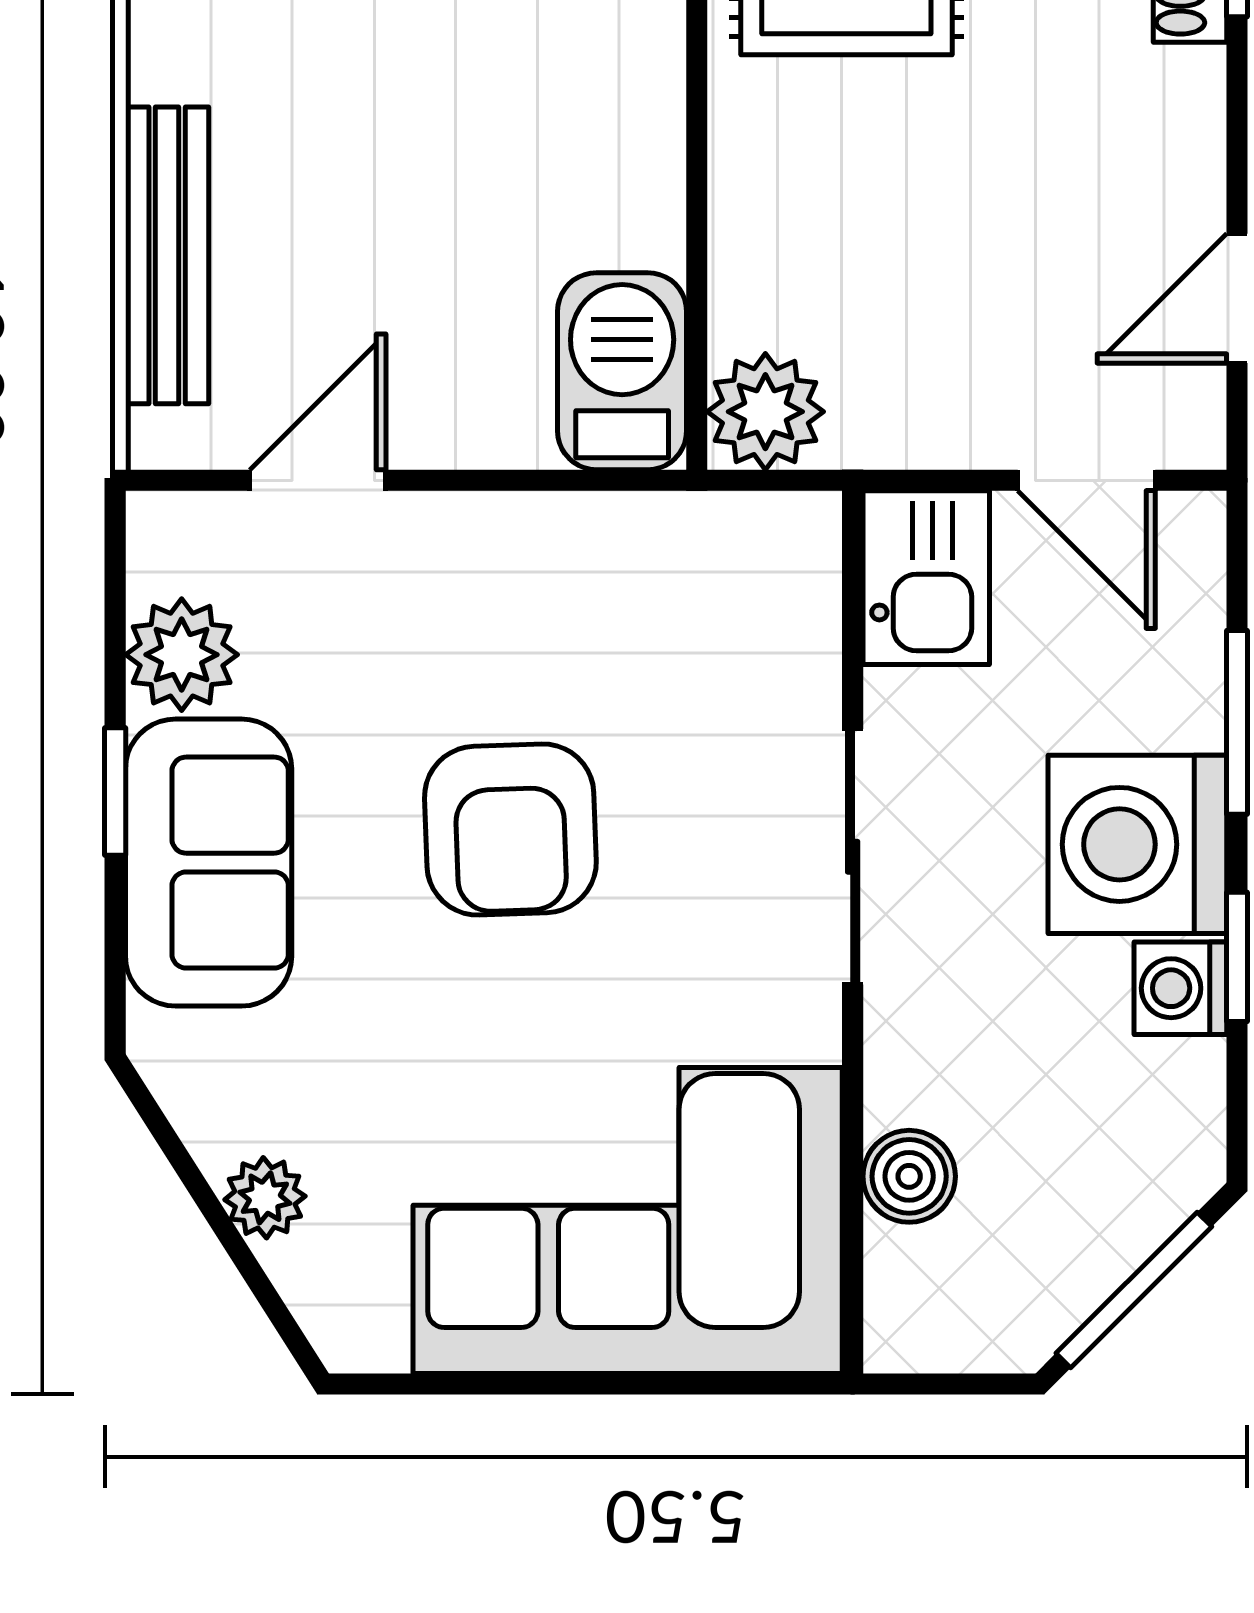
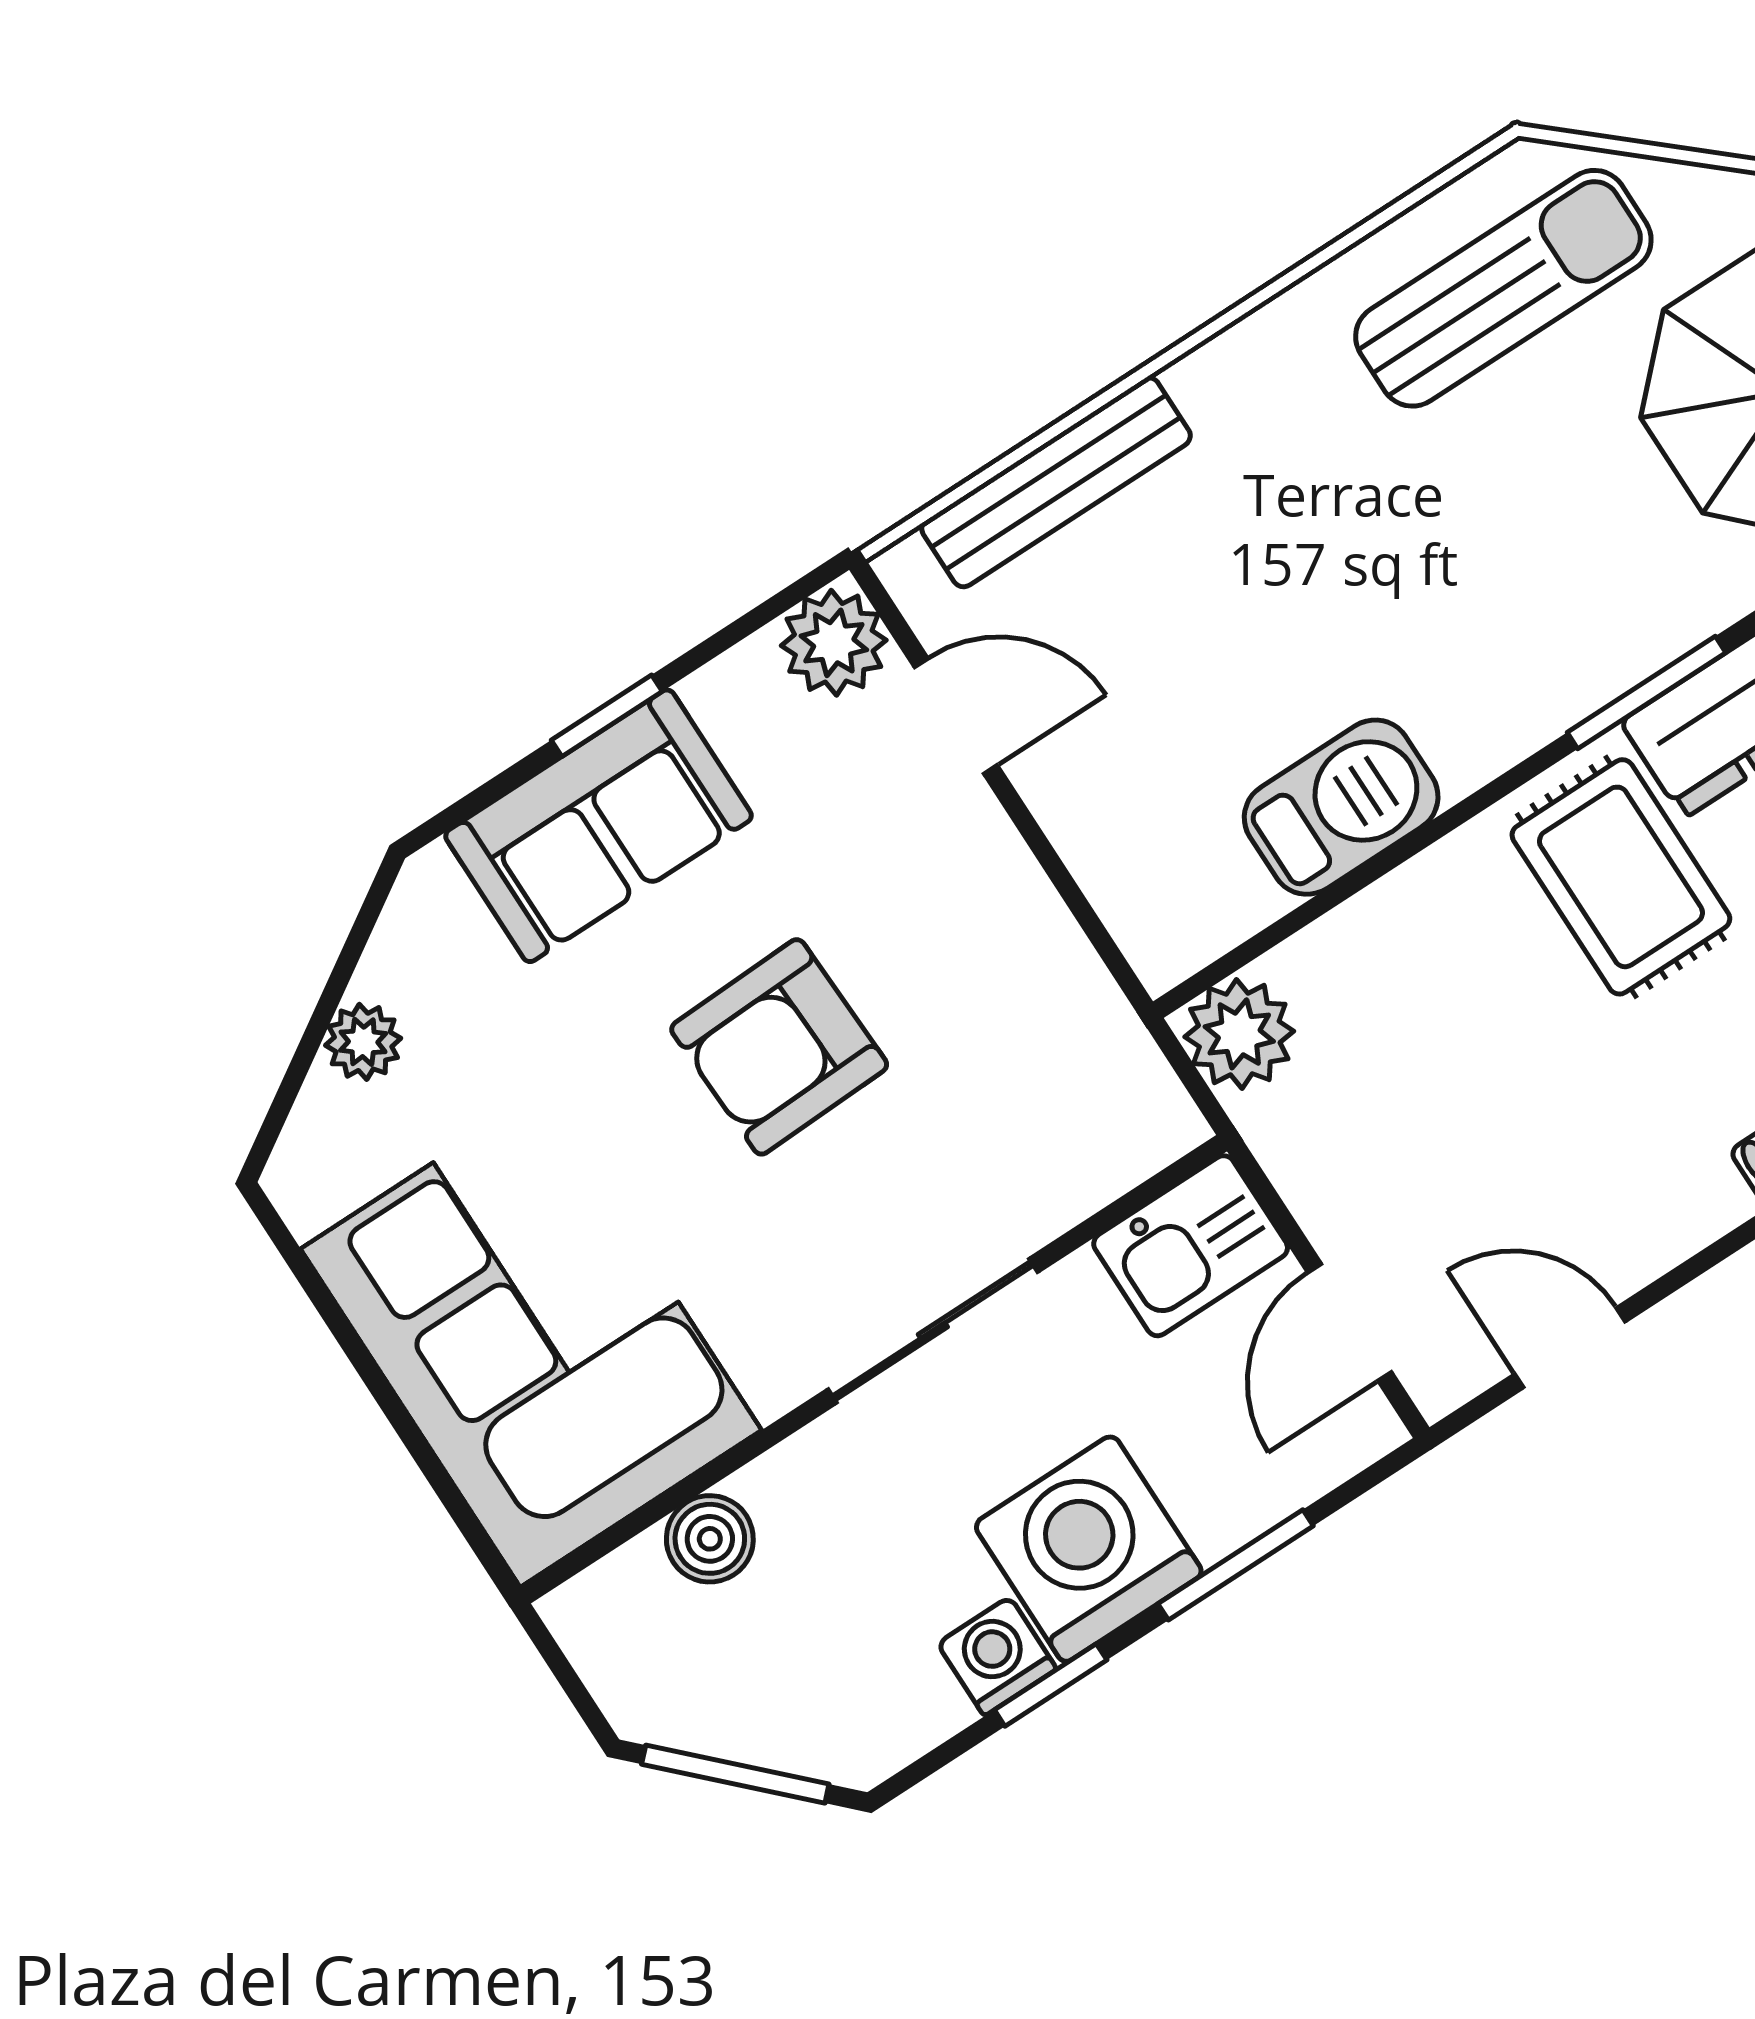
barbecue: (622, 371) -> (1341, 807), moved
plant: (182, 655) -> (834, 643), moved

